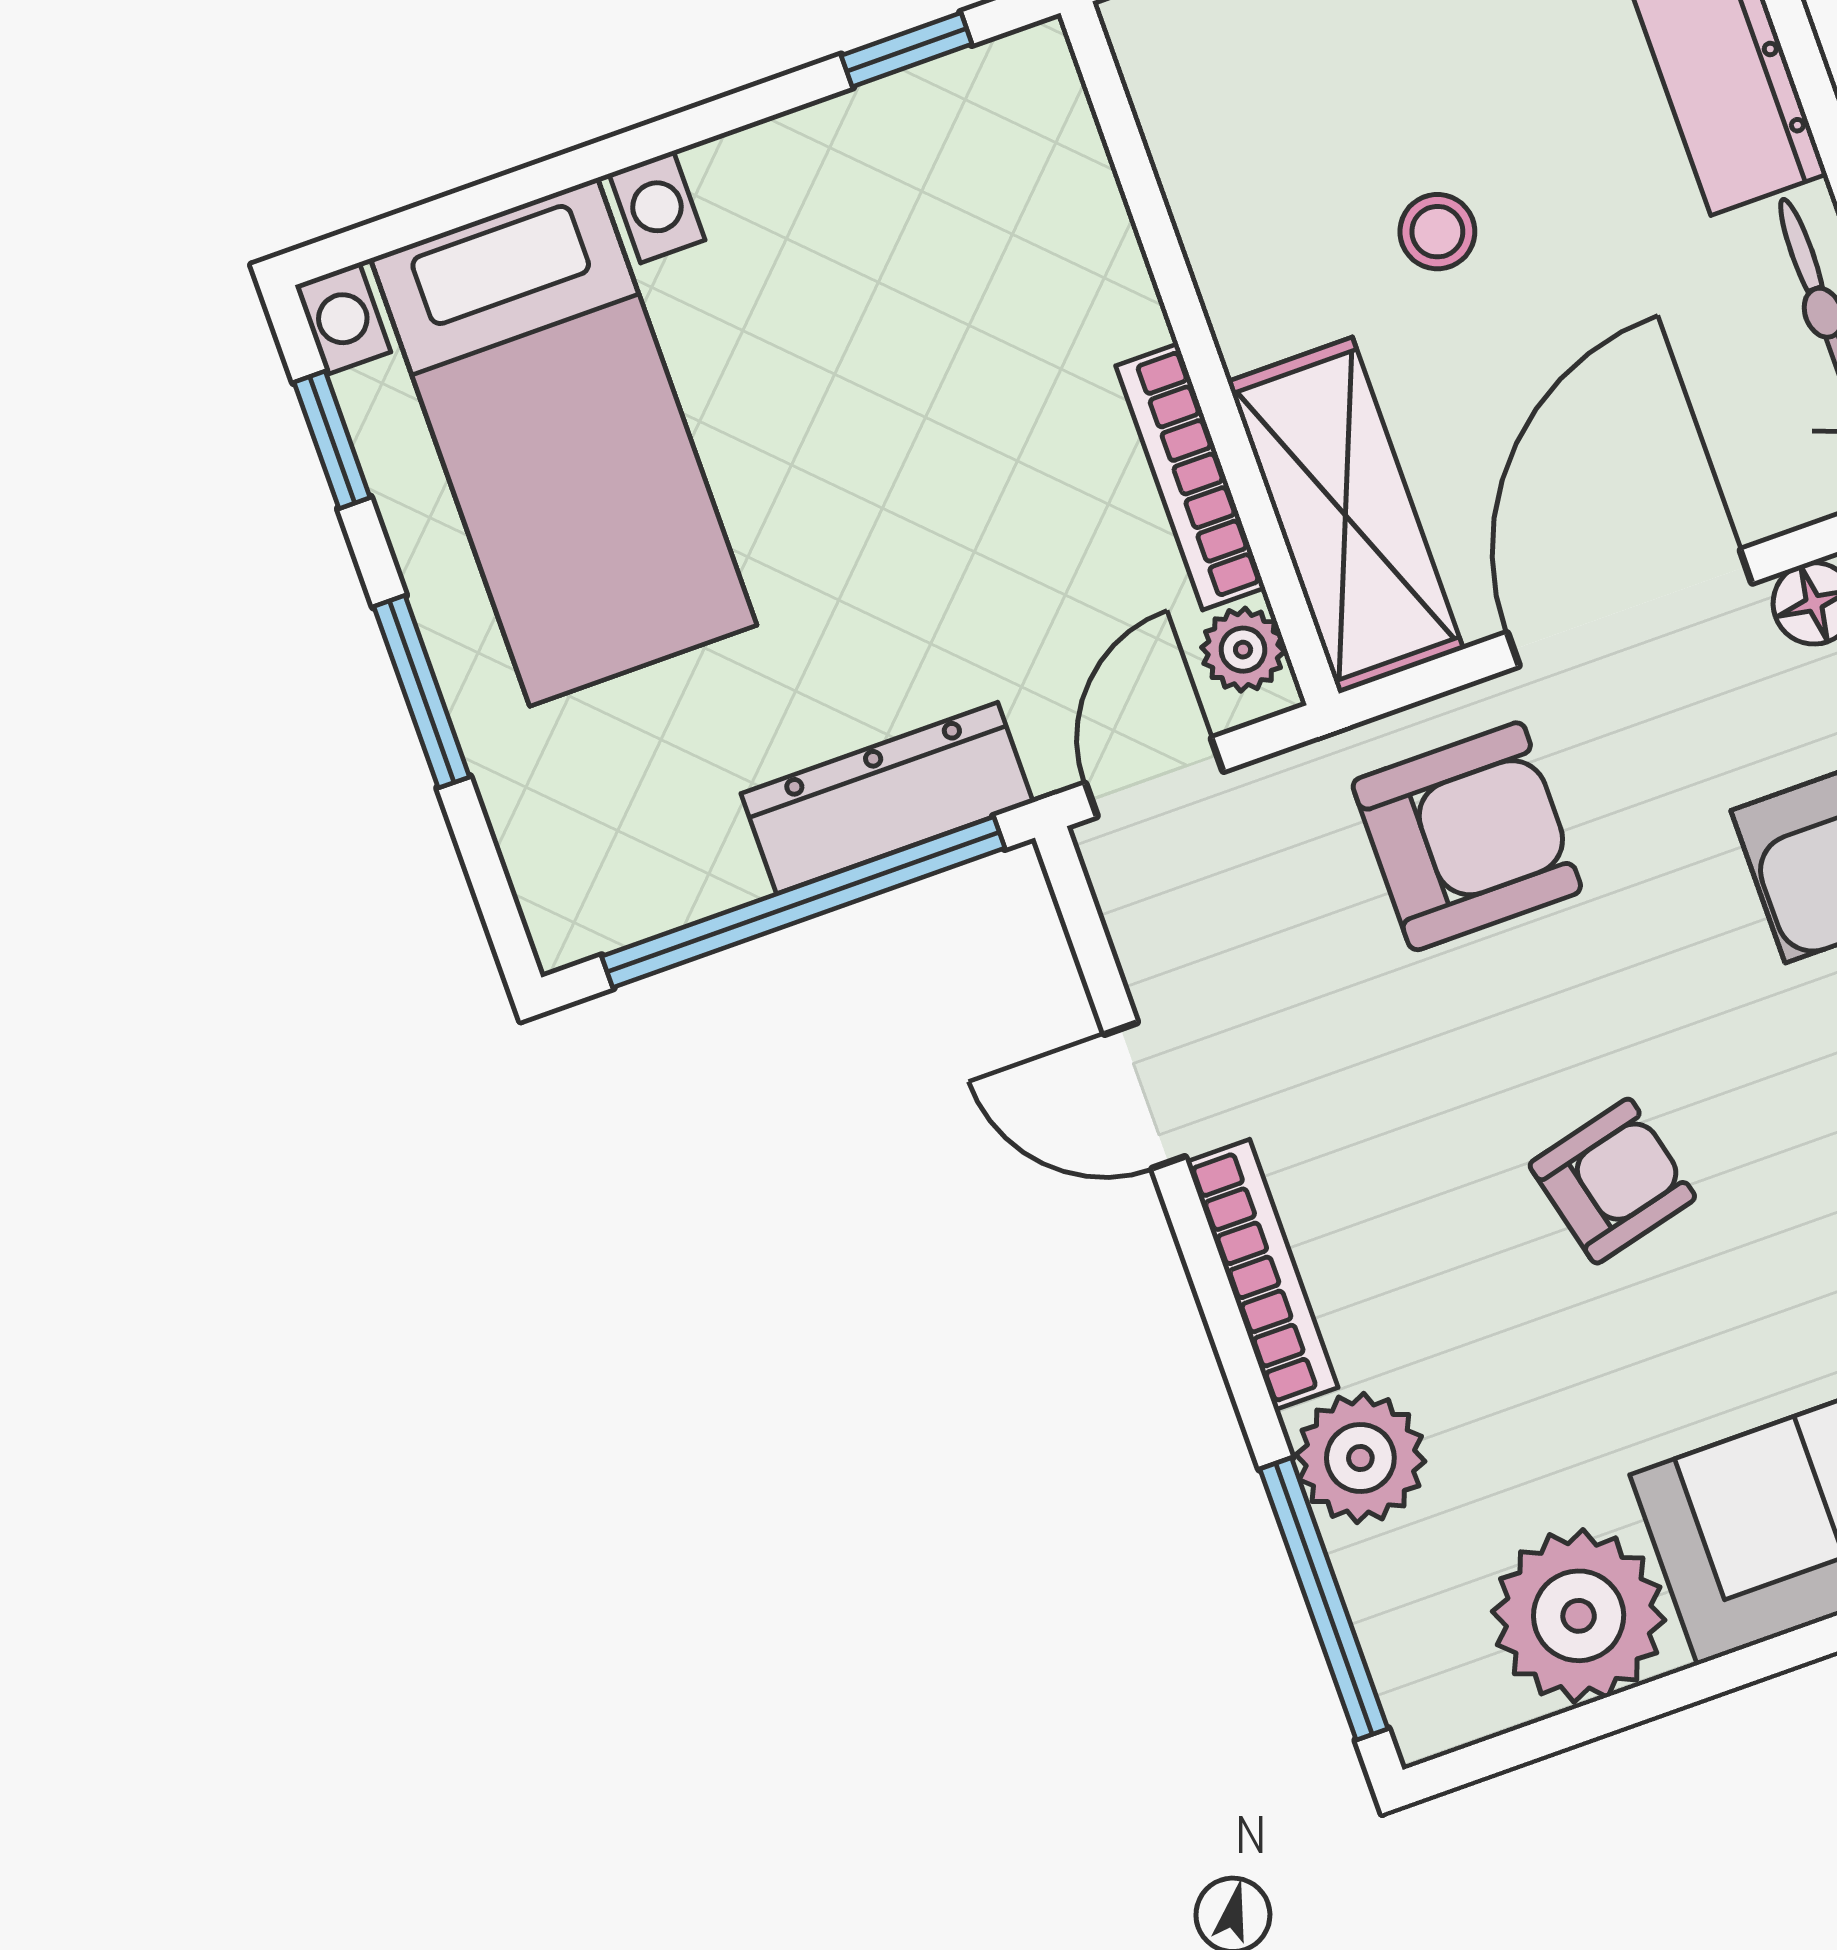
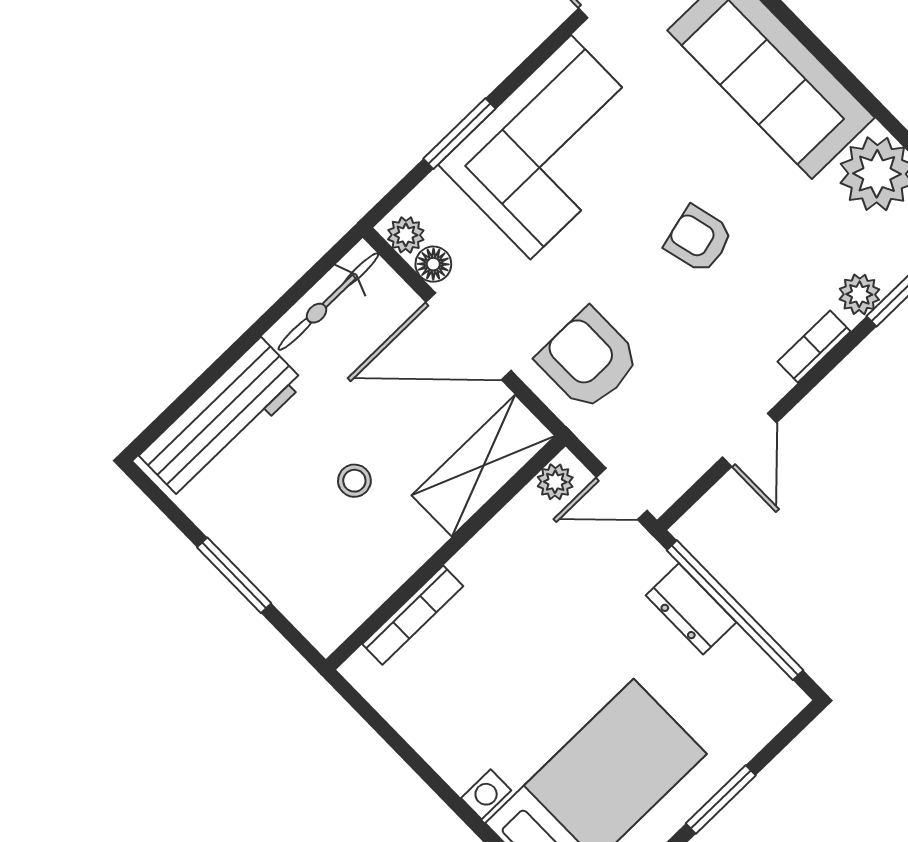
window: (907, 50) -> (379, 724), removed
bookcase: (1191, 477) -> (413, 615), moved
dresser: (887, 798) -> (691, 609), width x0.70
bookcase: (1262, 1275) -> (814, 347), width x0.64
plant: (1360, 1458) -> (859, 294), width x0.73, depth x0.73

